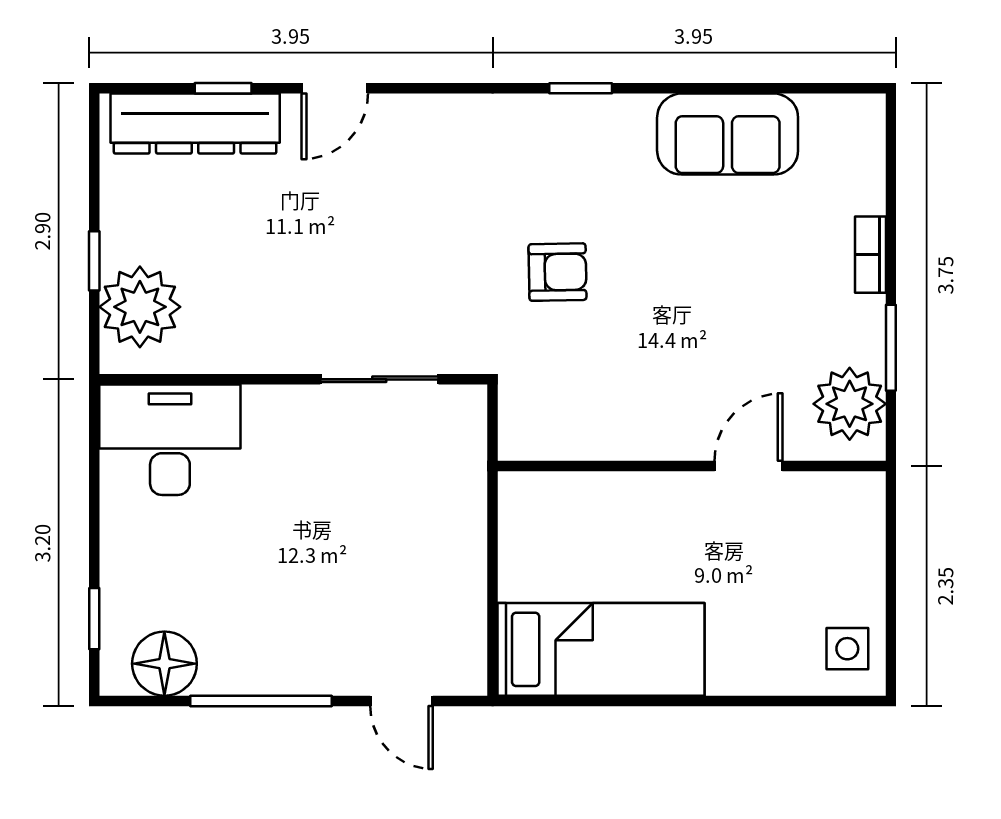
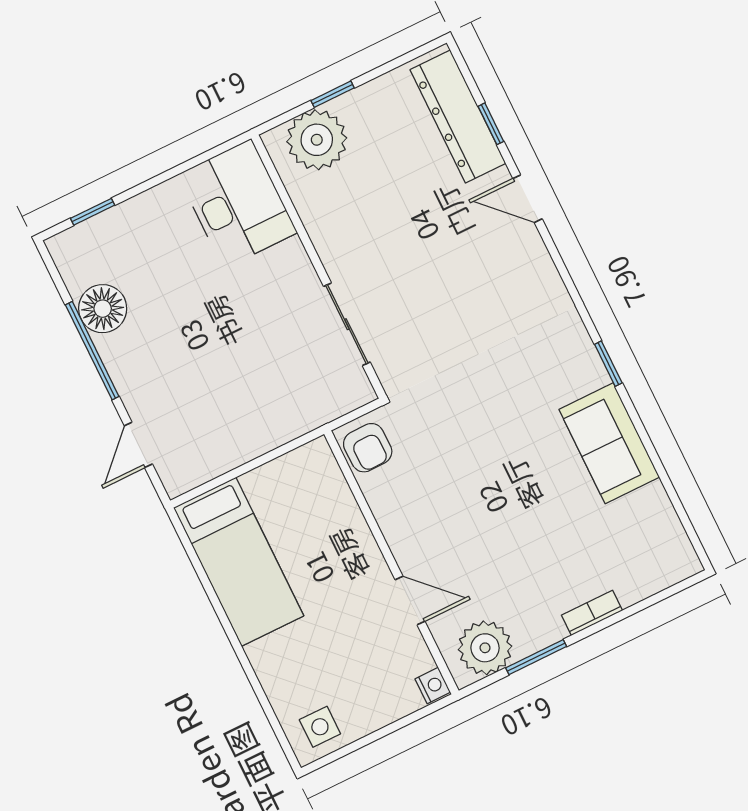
sofa: (728, 134) -> (609, 443), moved
armchair: (557, 272) -> (368, 448), moved
nightstand: (864, 489) -> (433, 685), added
floor lamp: (164, 664) -> (103, 309), moved

